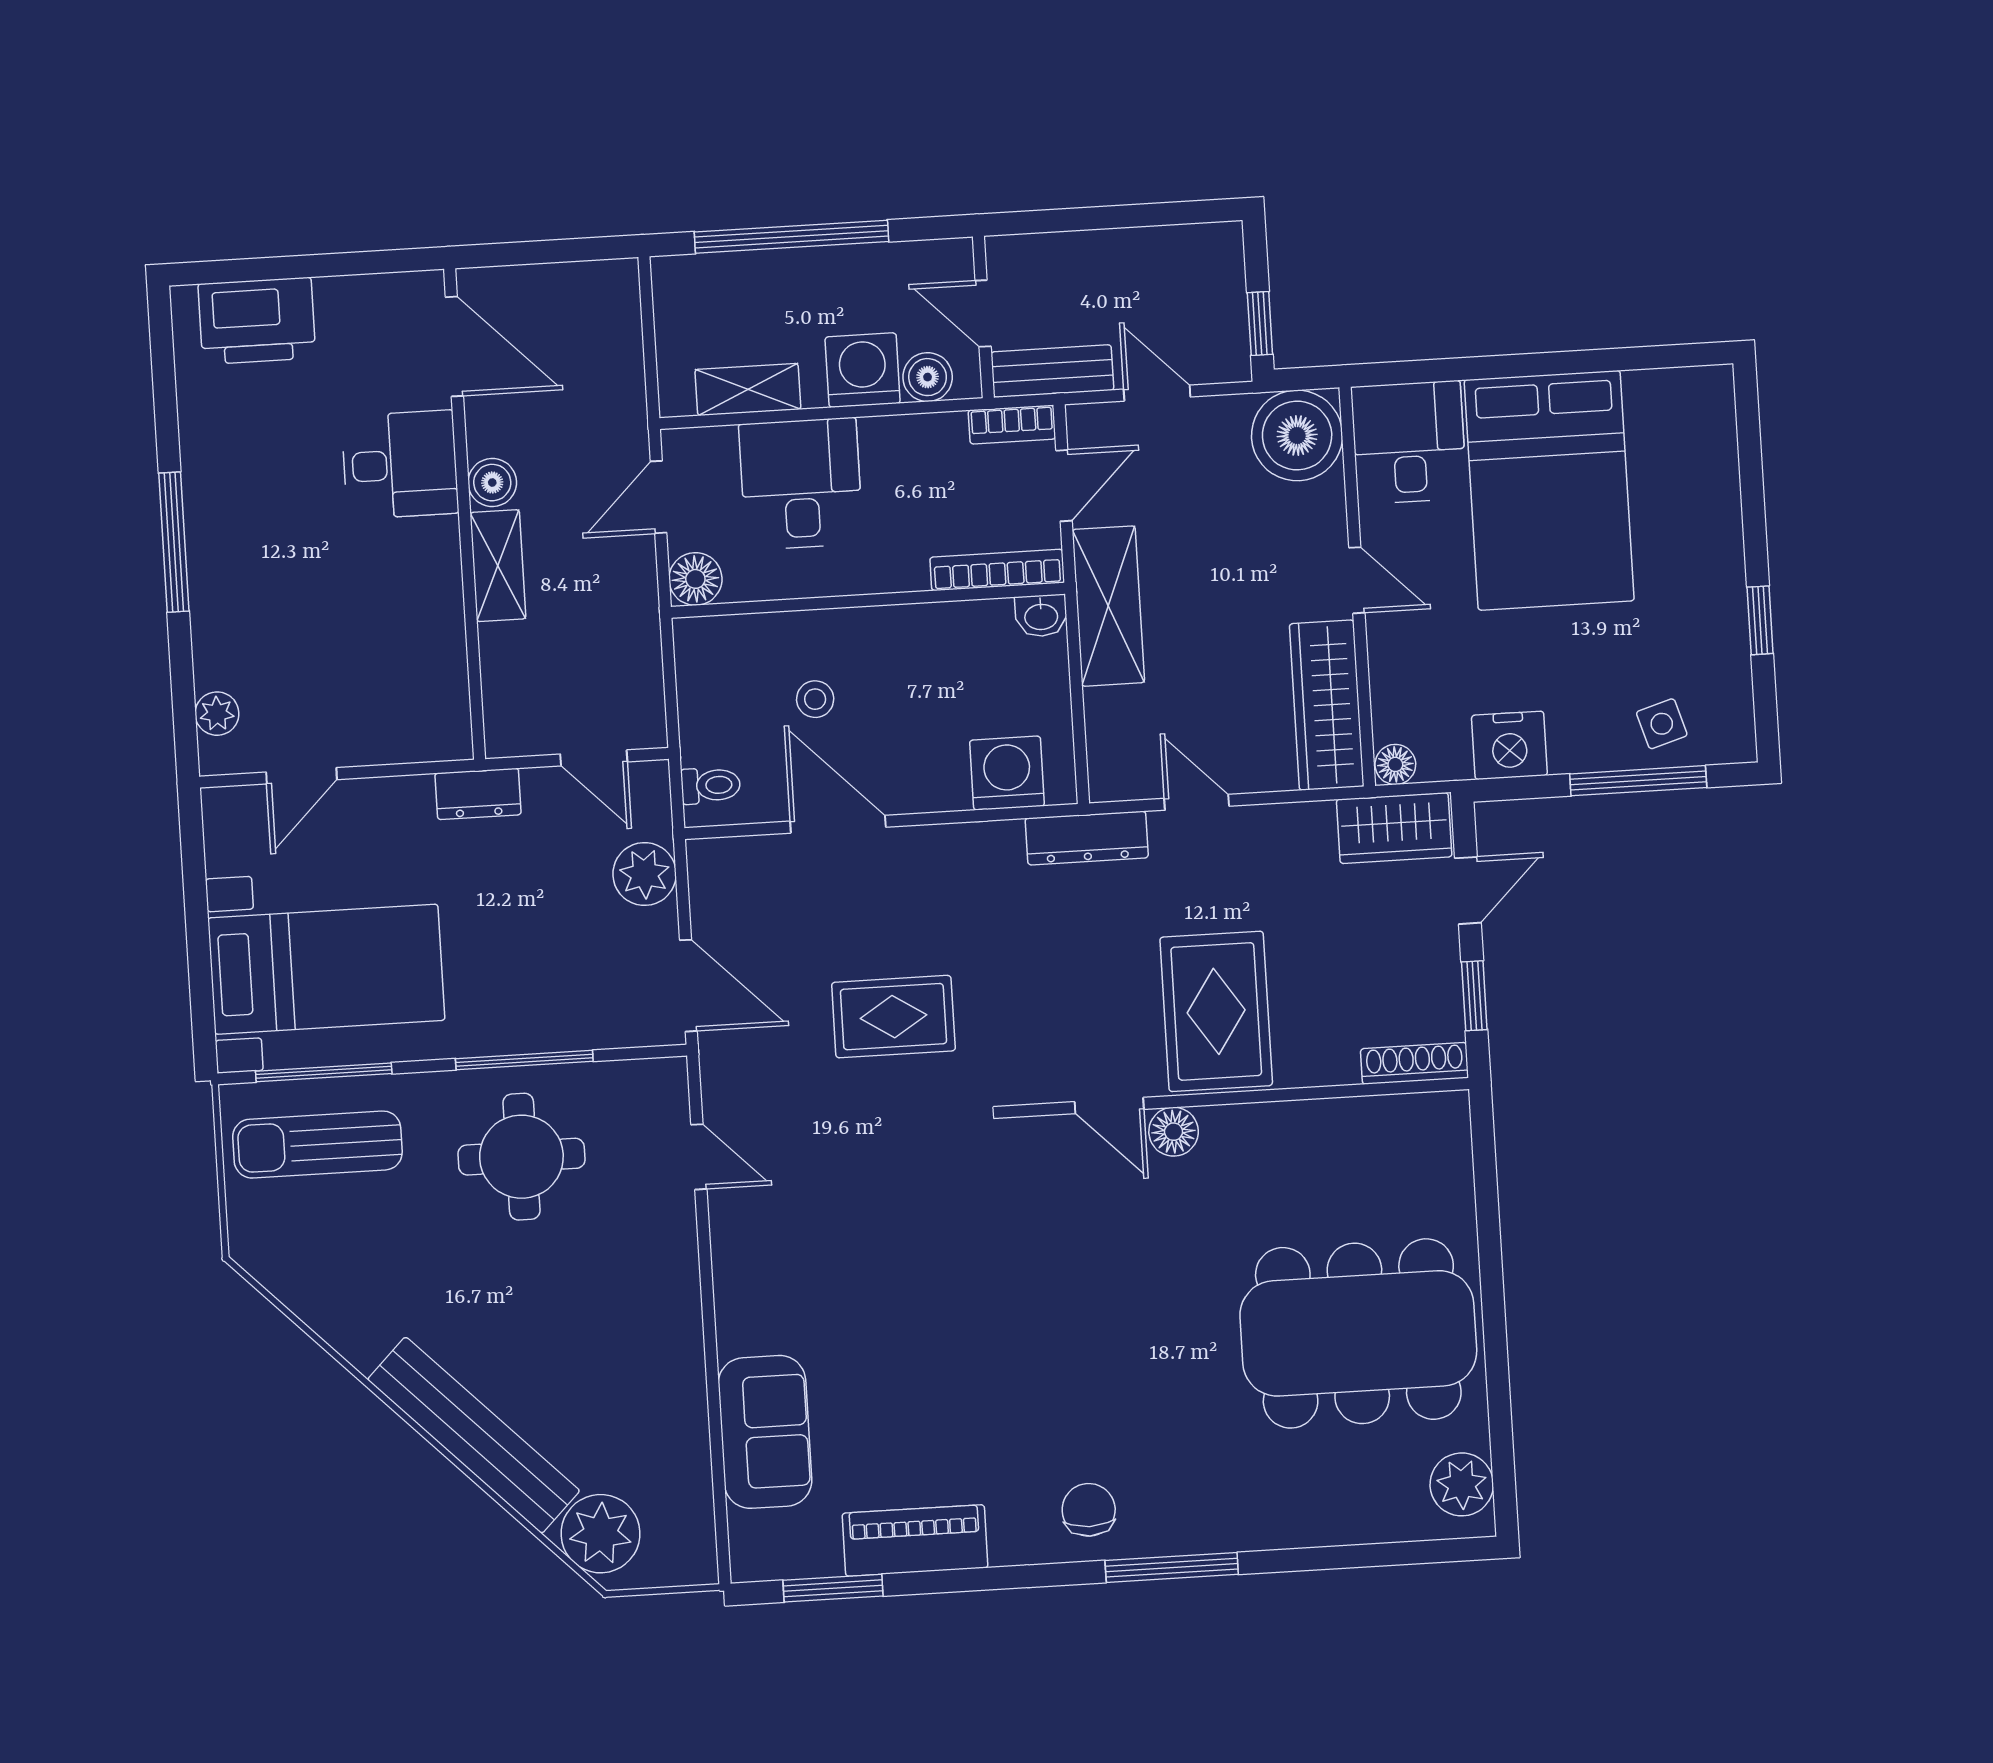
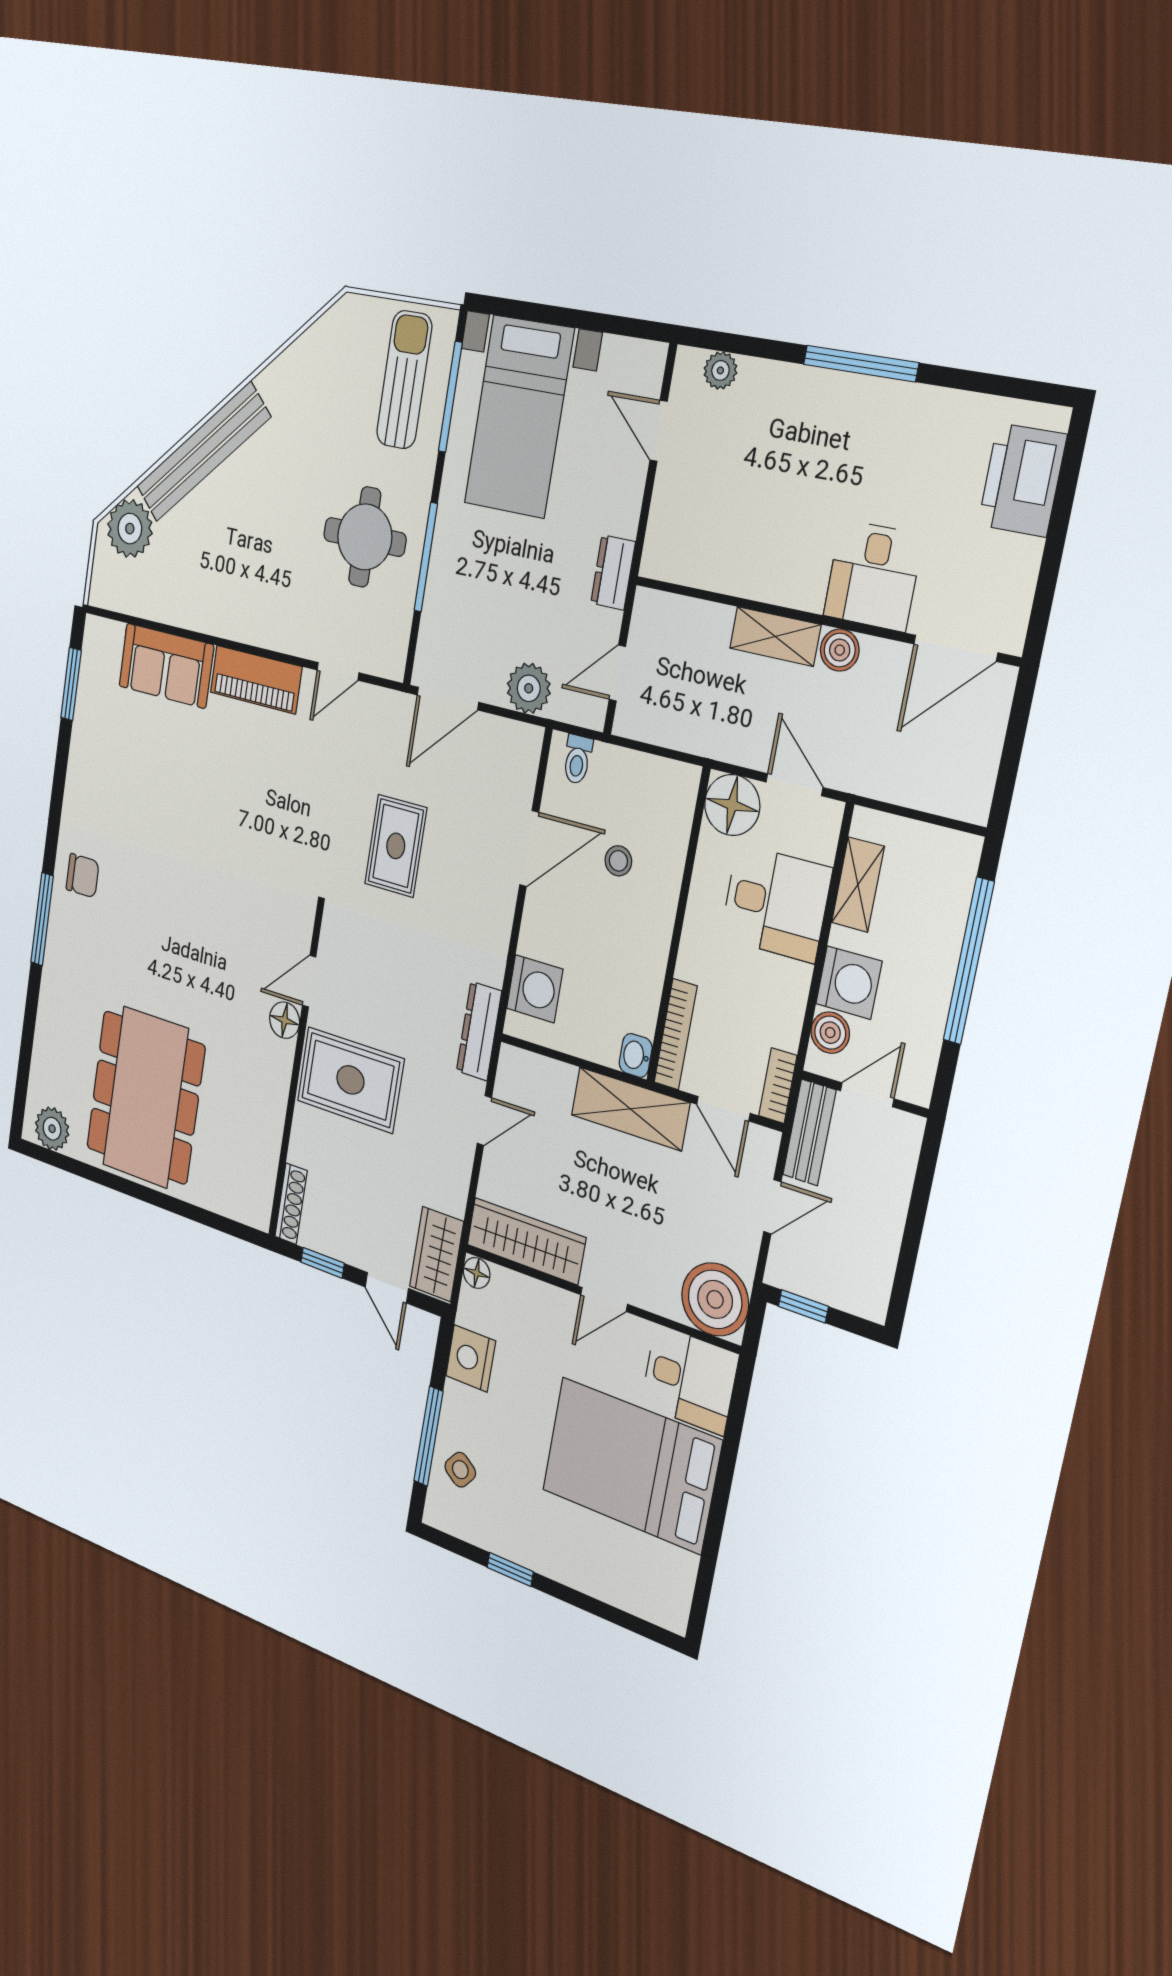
floor lamp: (695, 579) -> (732, 805), width x1.38, depth x1.38
side table: (1662, 724) -> (460, 1470), turned -36
piano: (915, 1540) -> (256, 680), moved, turned 90

